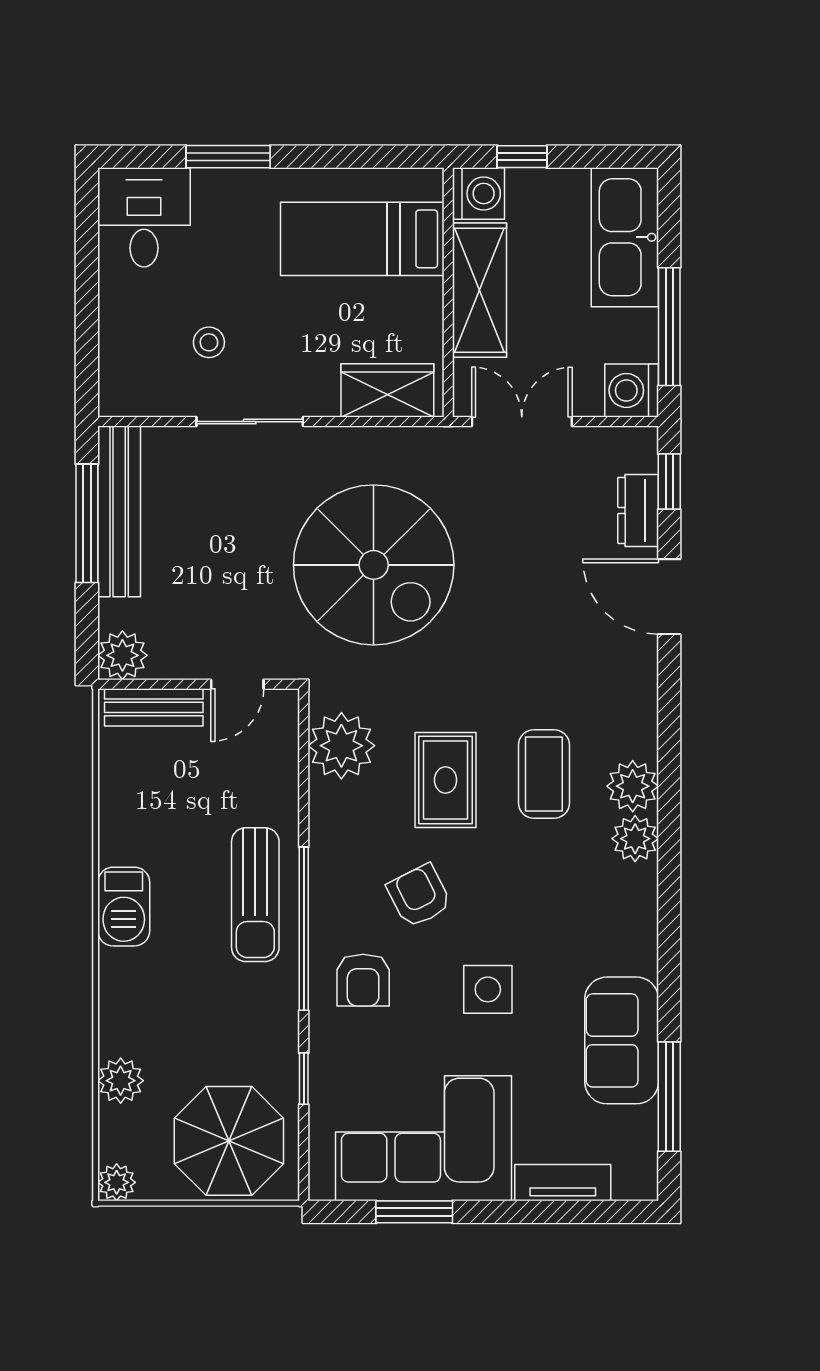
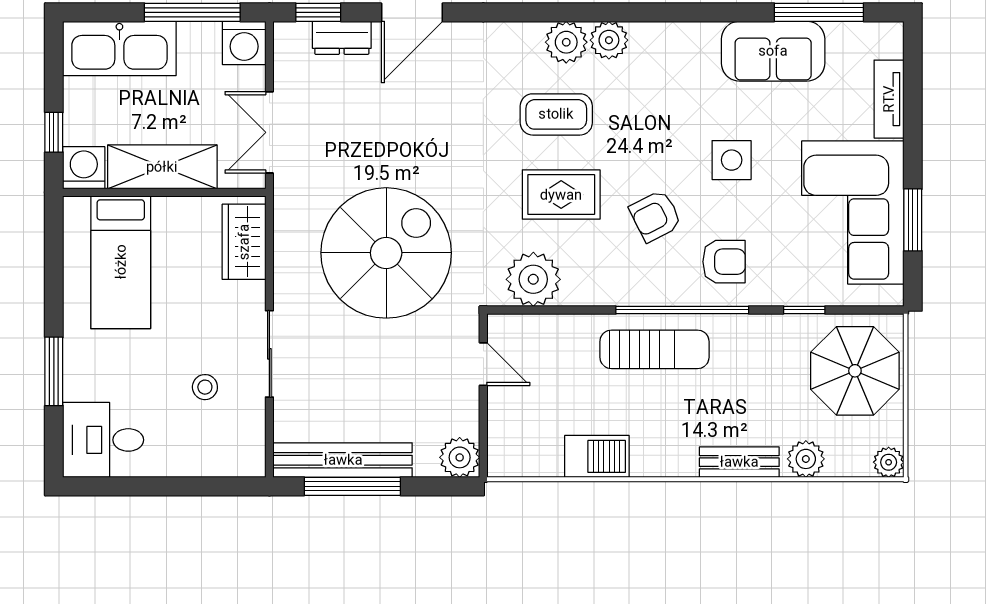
bench: (154, 707) -> (739, 462), moved, turned 90
barbecue: (124, 907) -> (597, 456), moved

